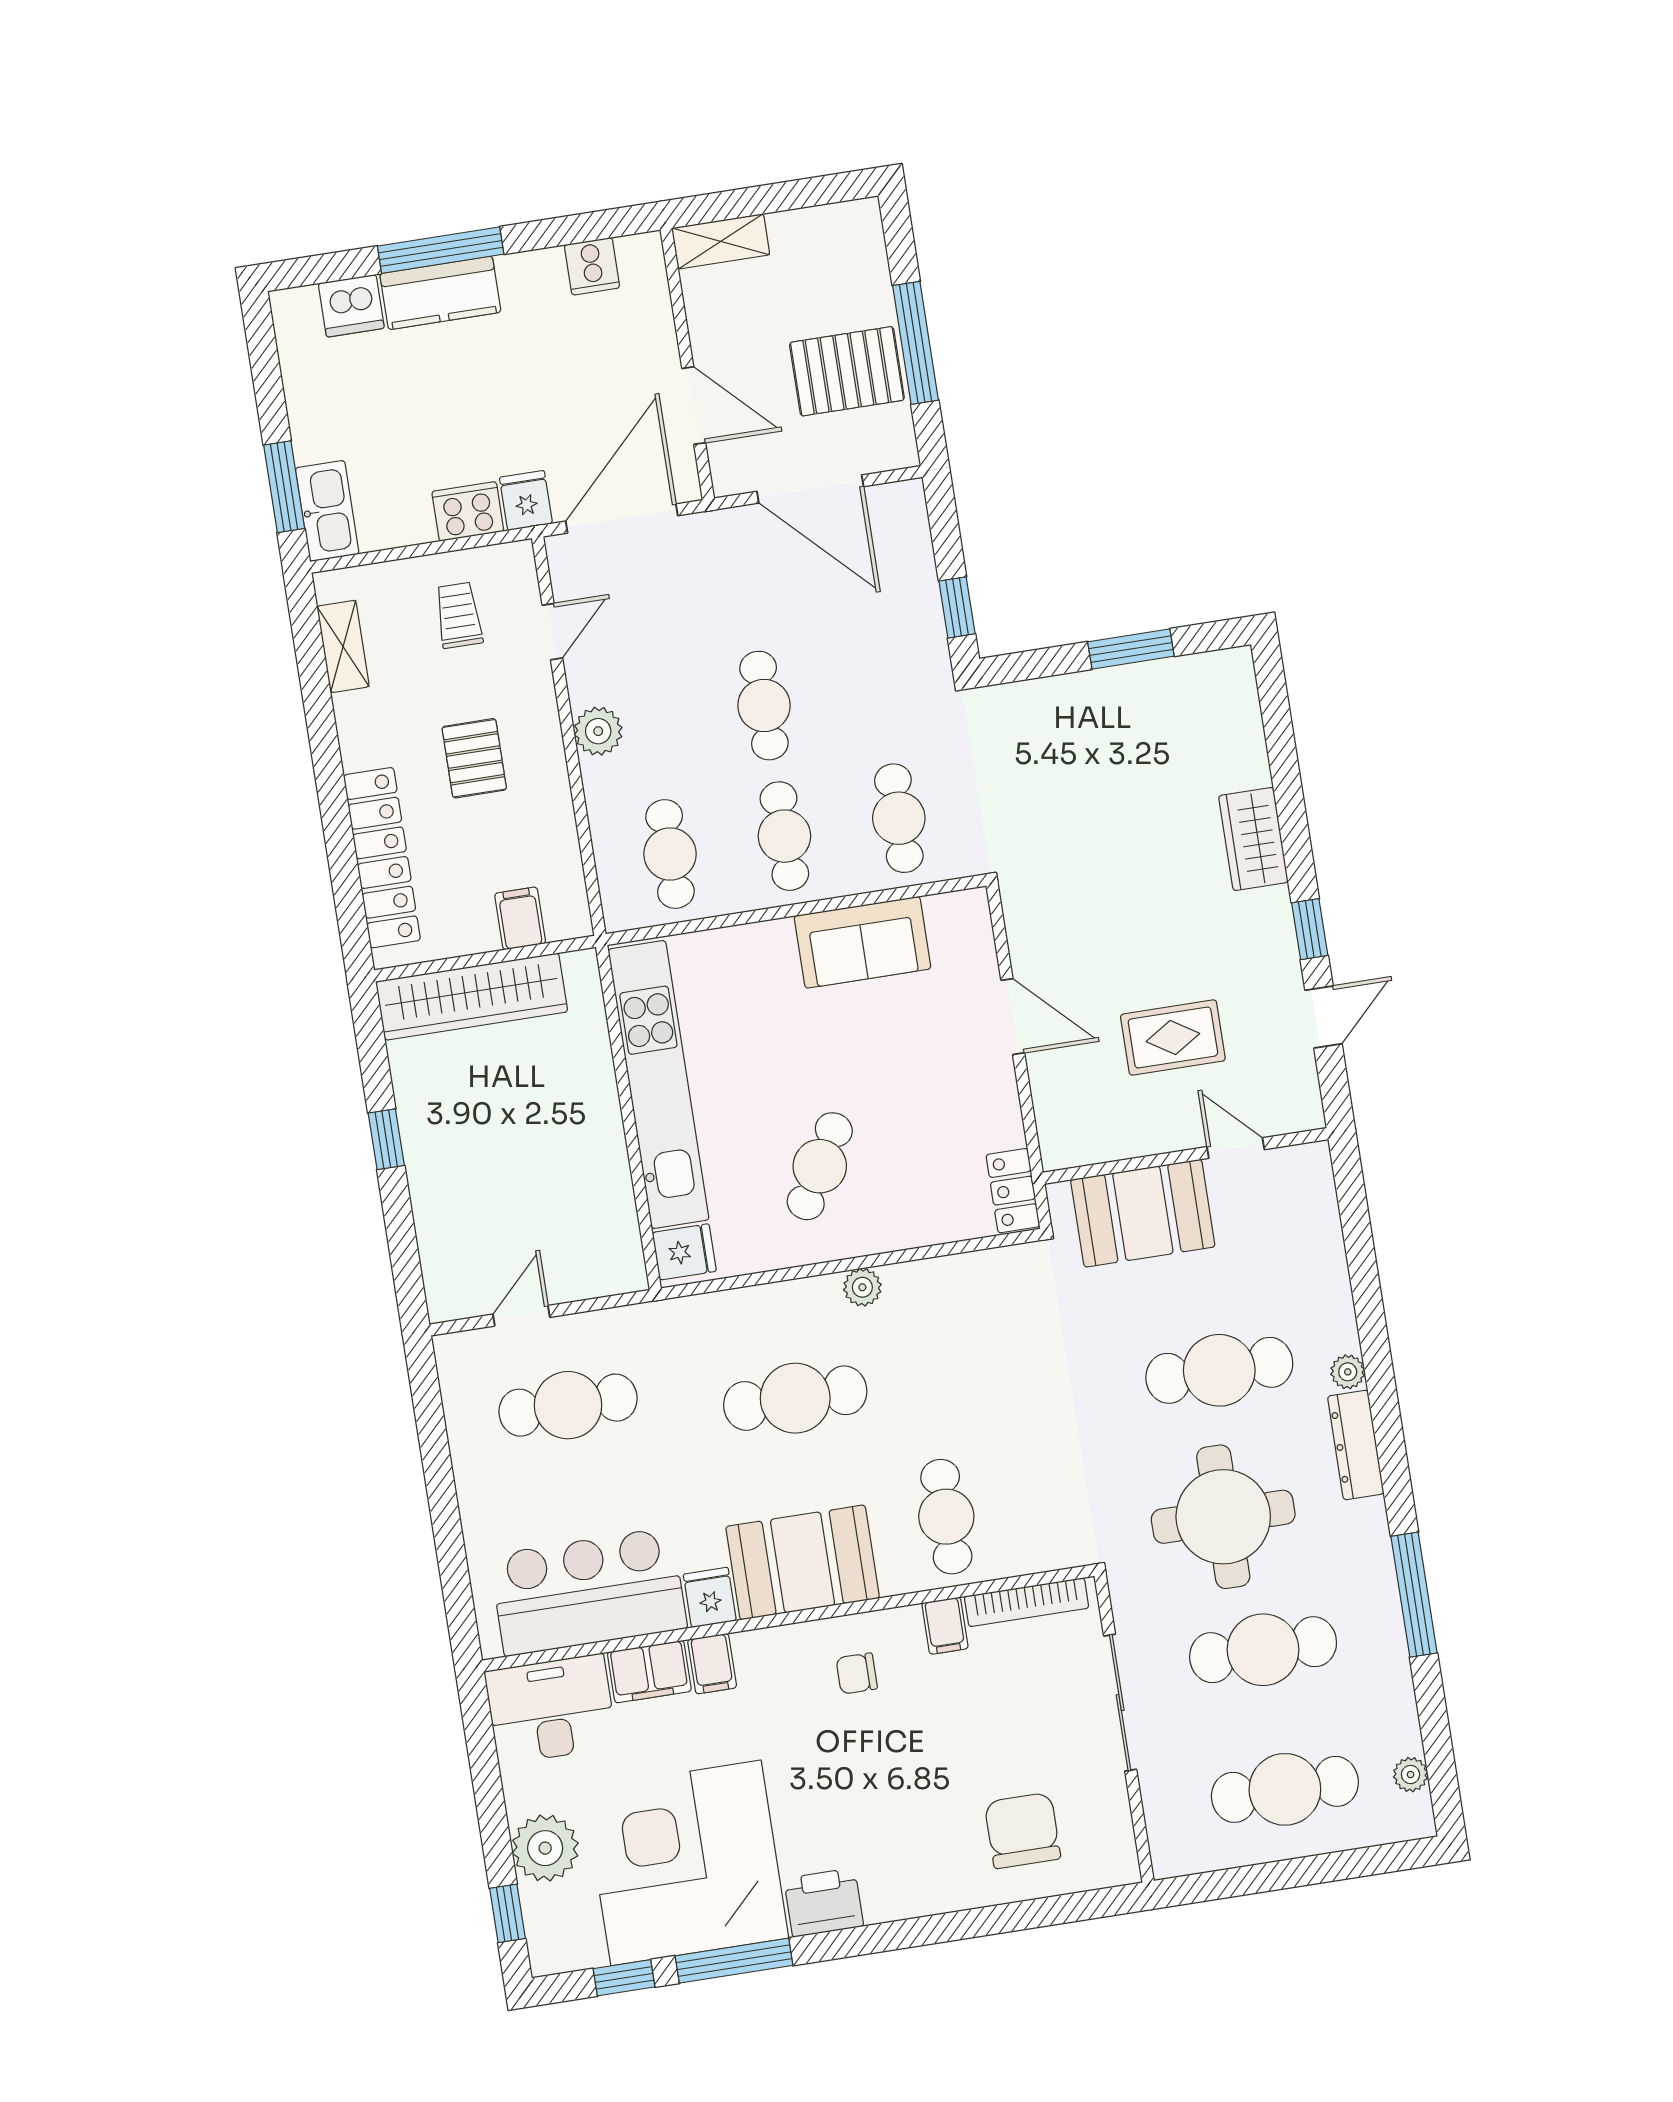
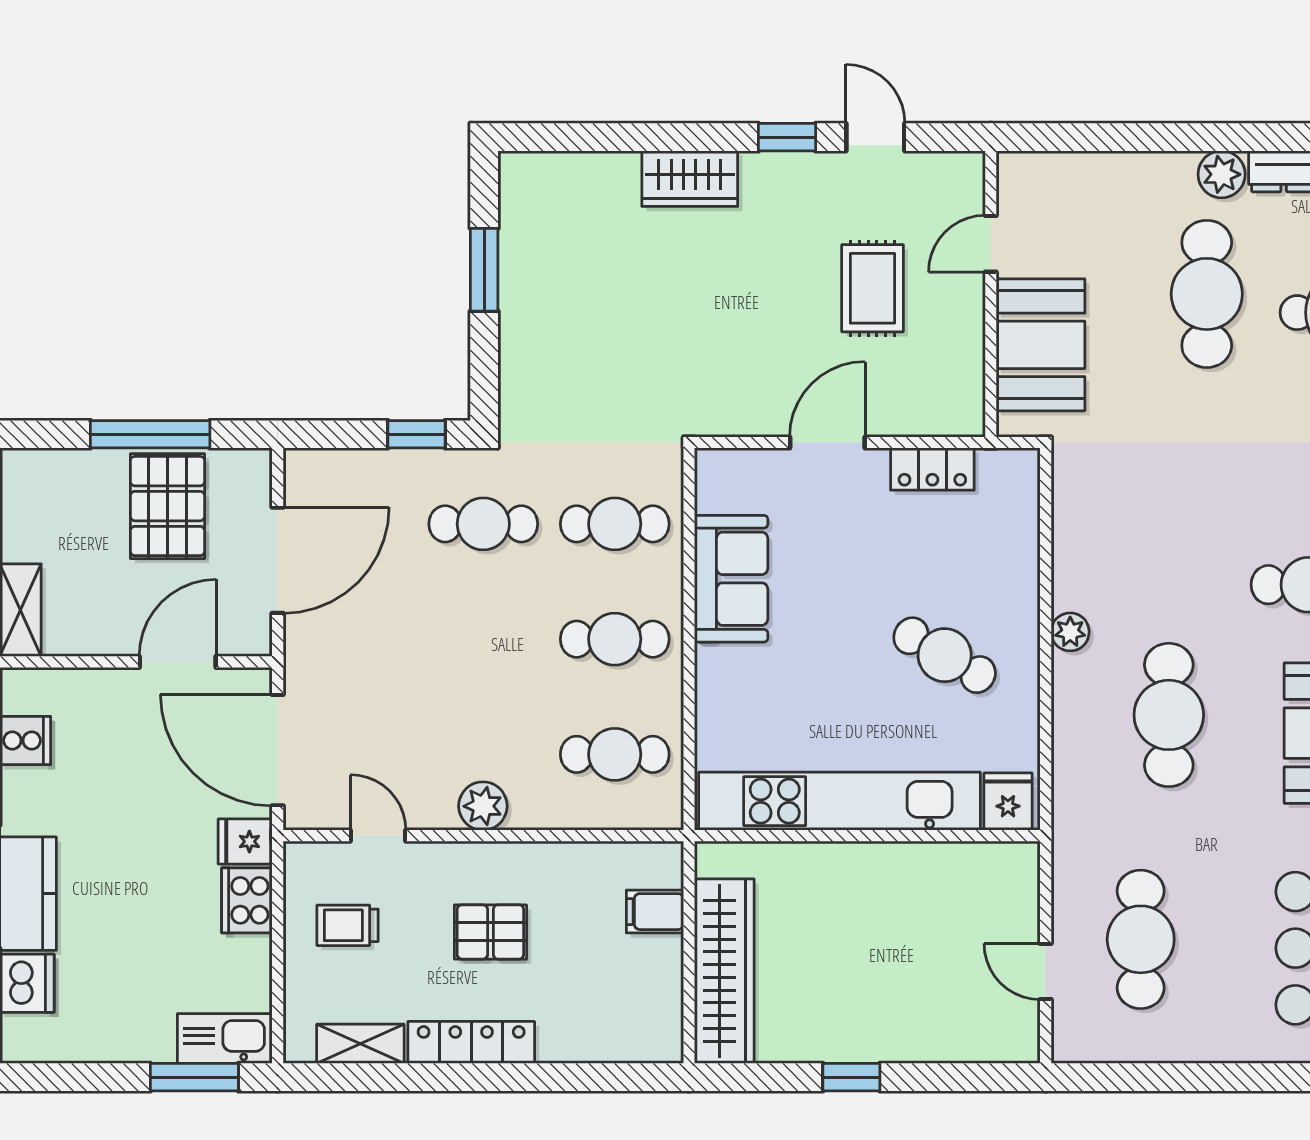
cafe table: (764, 706) -> (483, 524), moved
locker: (382, 858) -> (471, 1042), moved, width x0.71, depth x0.83
locker: (1013, 1191) -> (932, 469), moved
plant: (1348, 1372) -> (1222, 174), width x1.38, depth x1.38

